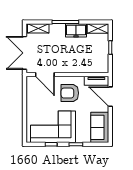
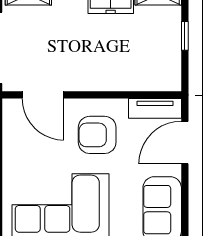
door: (110, 97) -> (185, 143), hinge flipped

